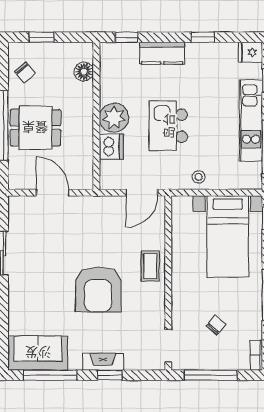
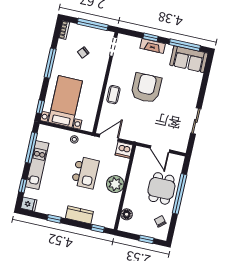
dining table: (35, 128) -> (161, 188), turned 90
dishwasher: (111, 147) -> (124, 150), moved, turned -90

